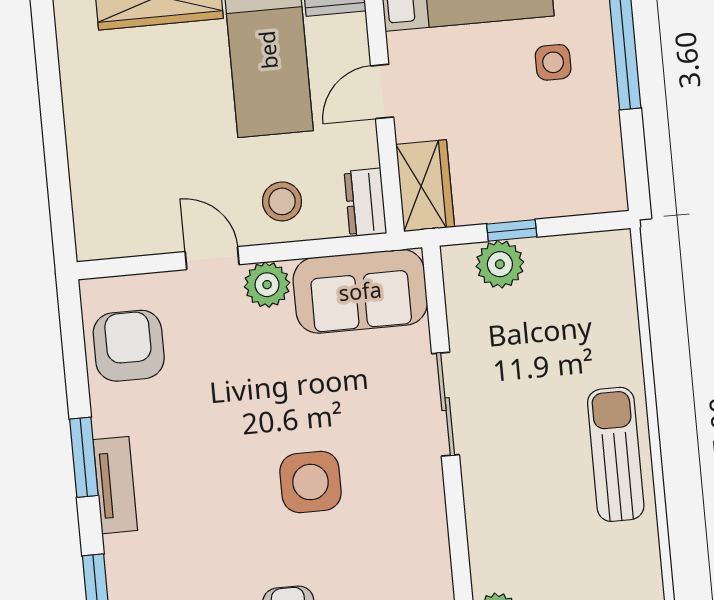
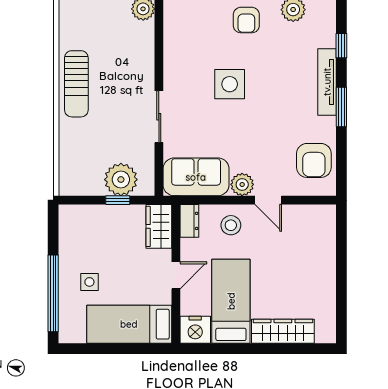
plant: (500, 264) -> (121, 180), width x1.36, depth x1.36
tv unit: (115, 485) -> (327, 82), width x1.41

